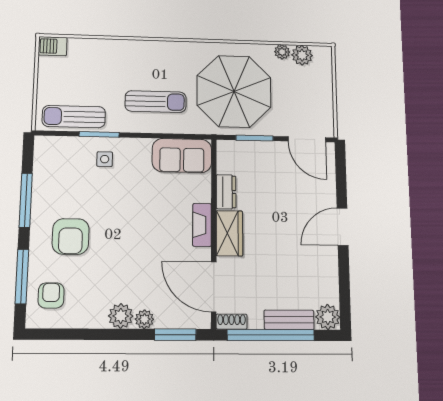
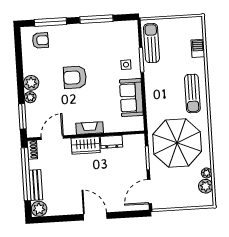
barbecue: (53, 46) -> (198, 48), moved
sun lounger: (156, 102) -> (192, 93), moved
sofa: (182, 156) -> (131, 98), moved
armchair: (71, 236) -> (75, 77), moved
door: (214, 287) -> (52, 138), width x0.73

